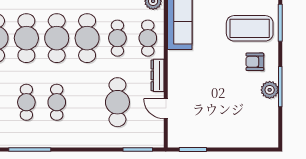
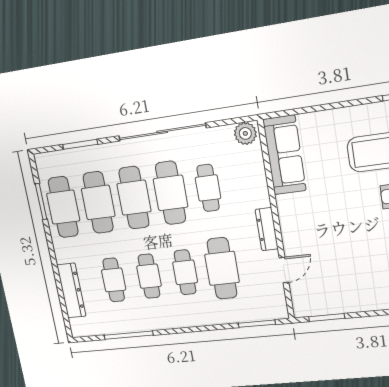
cafe table: (148, 38) -> (185, 272), moved
door: (166, 109) -> (284, 270), swing flipped

